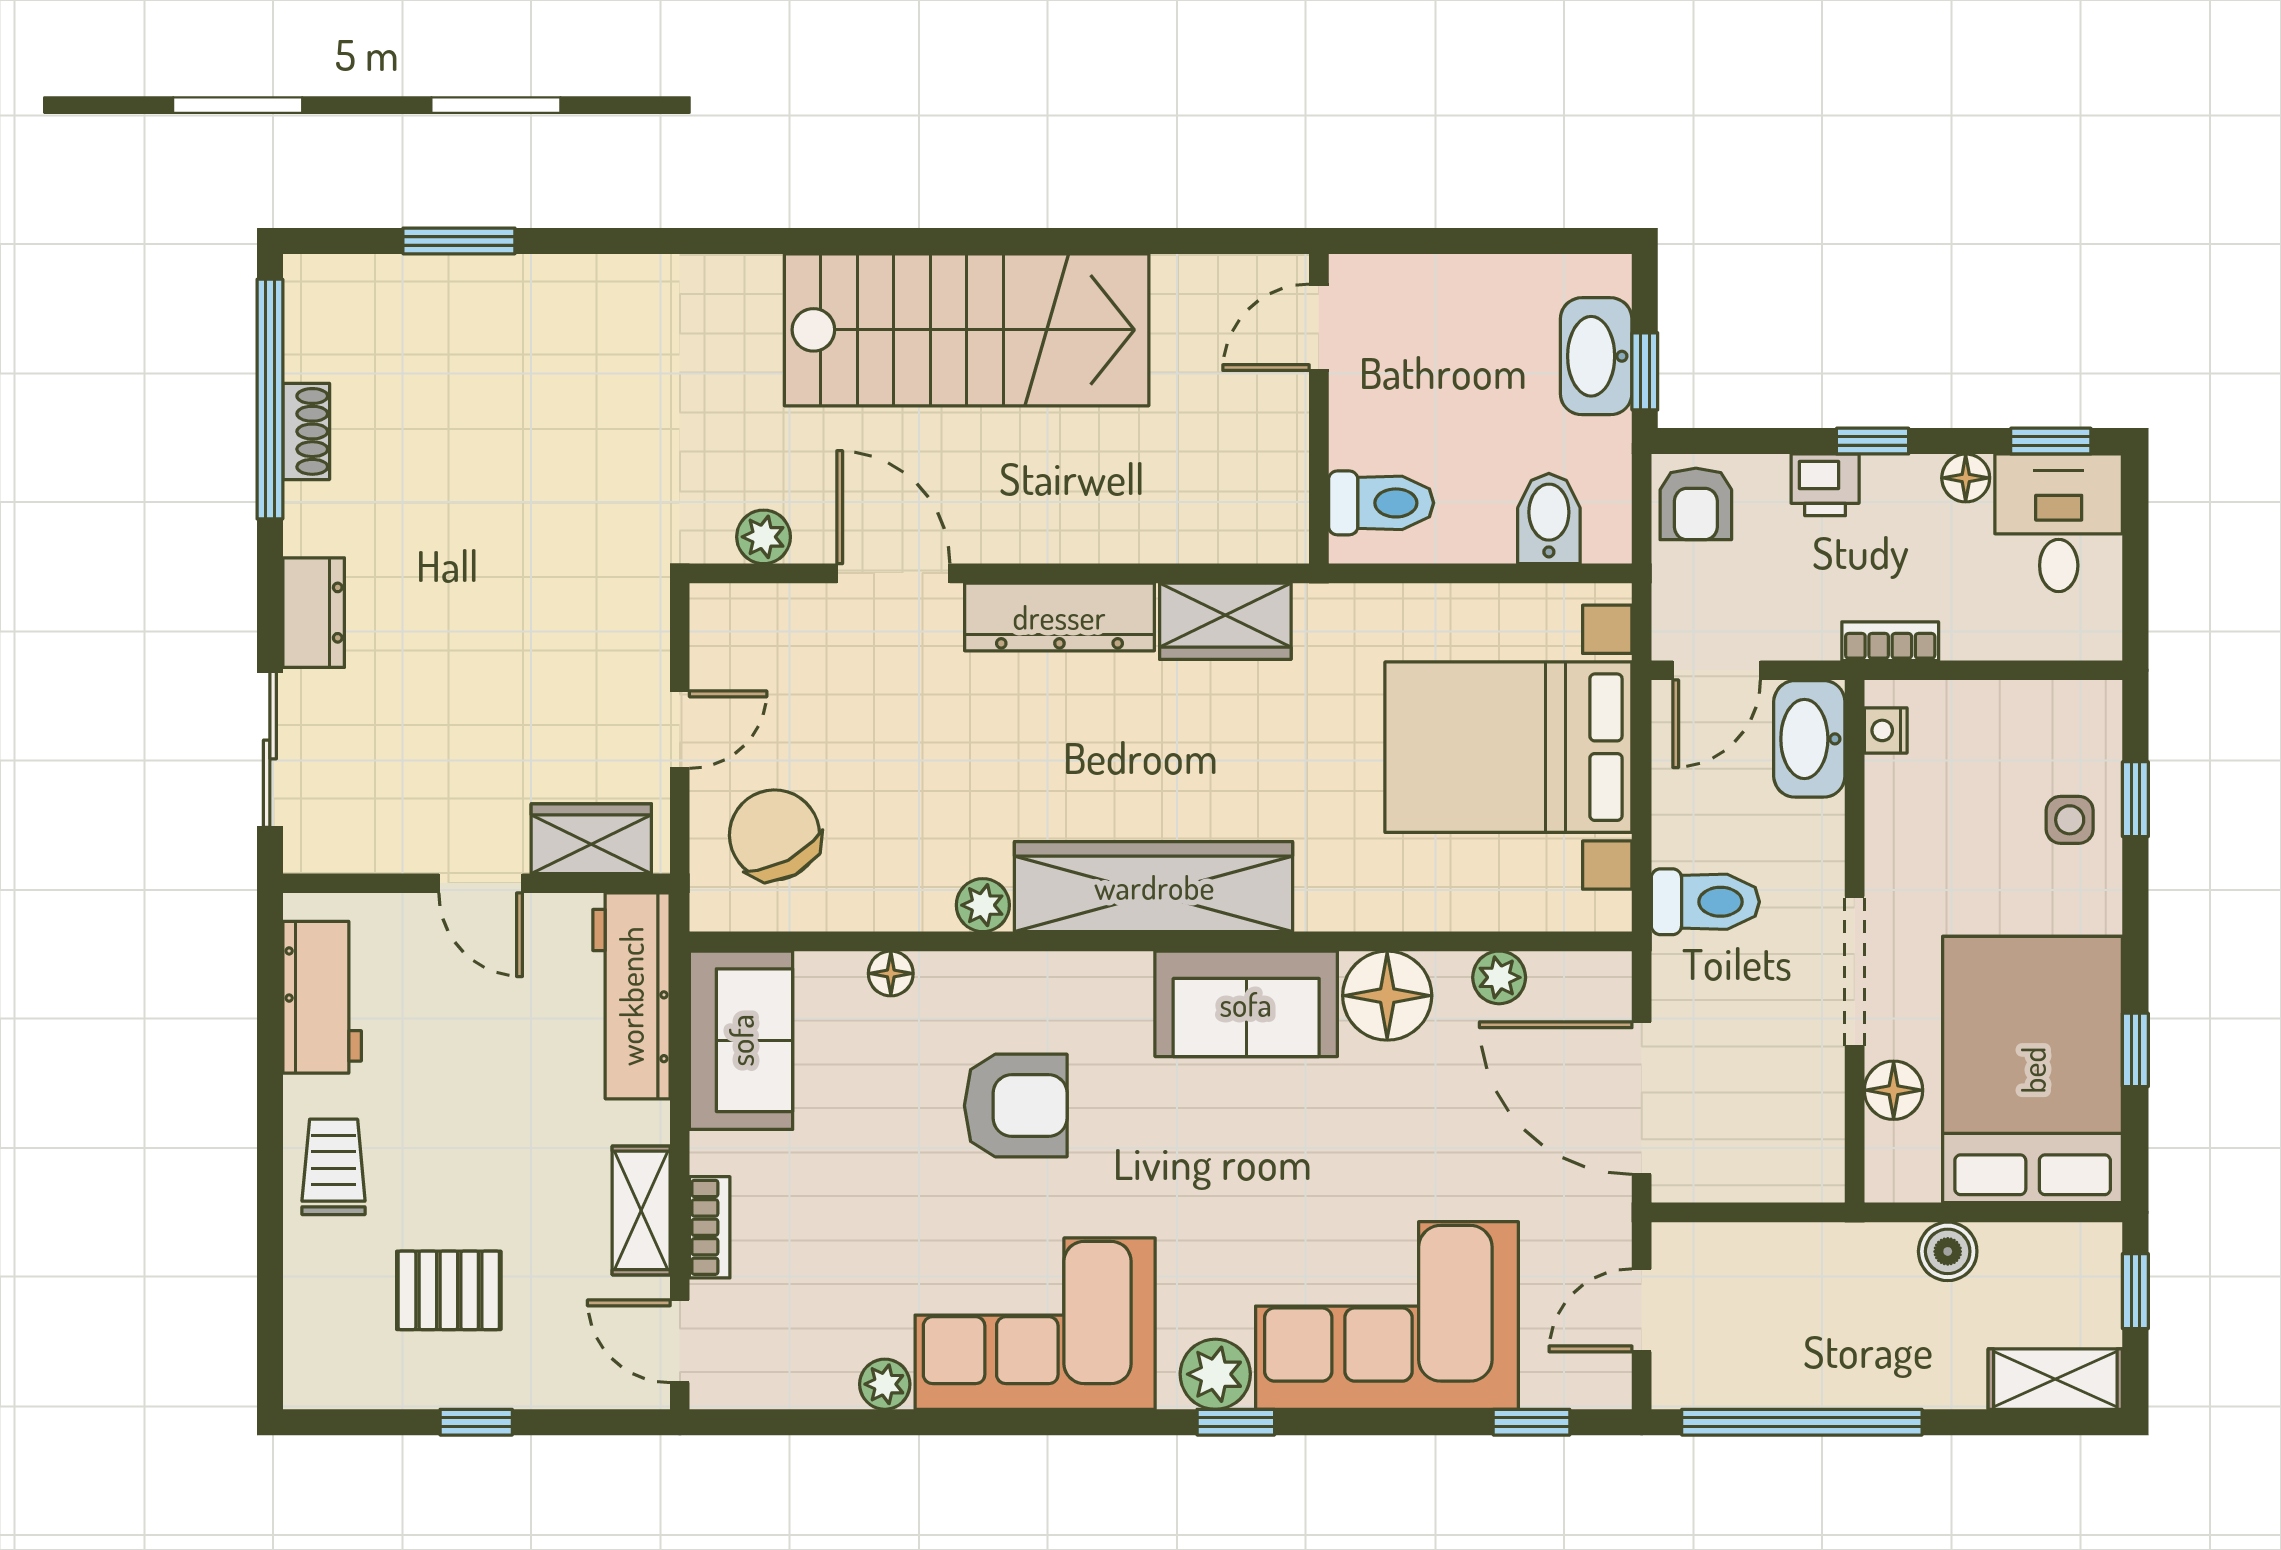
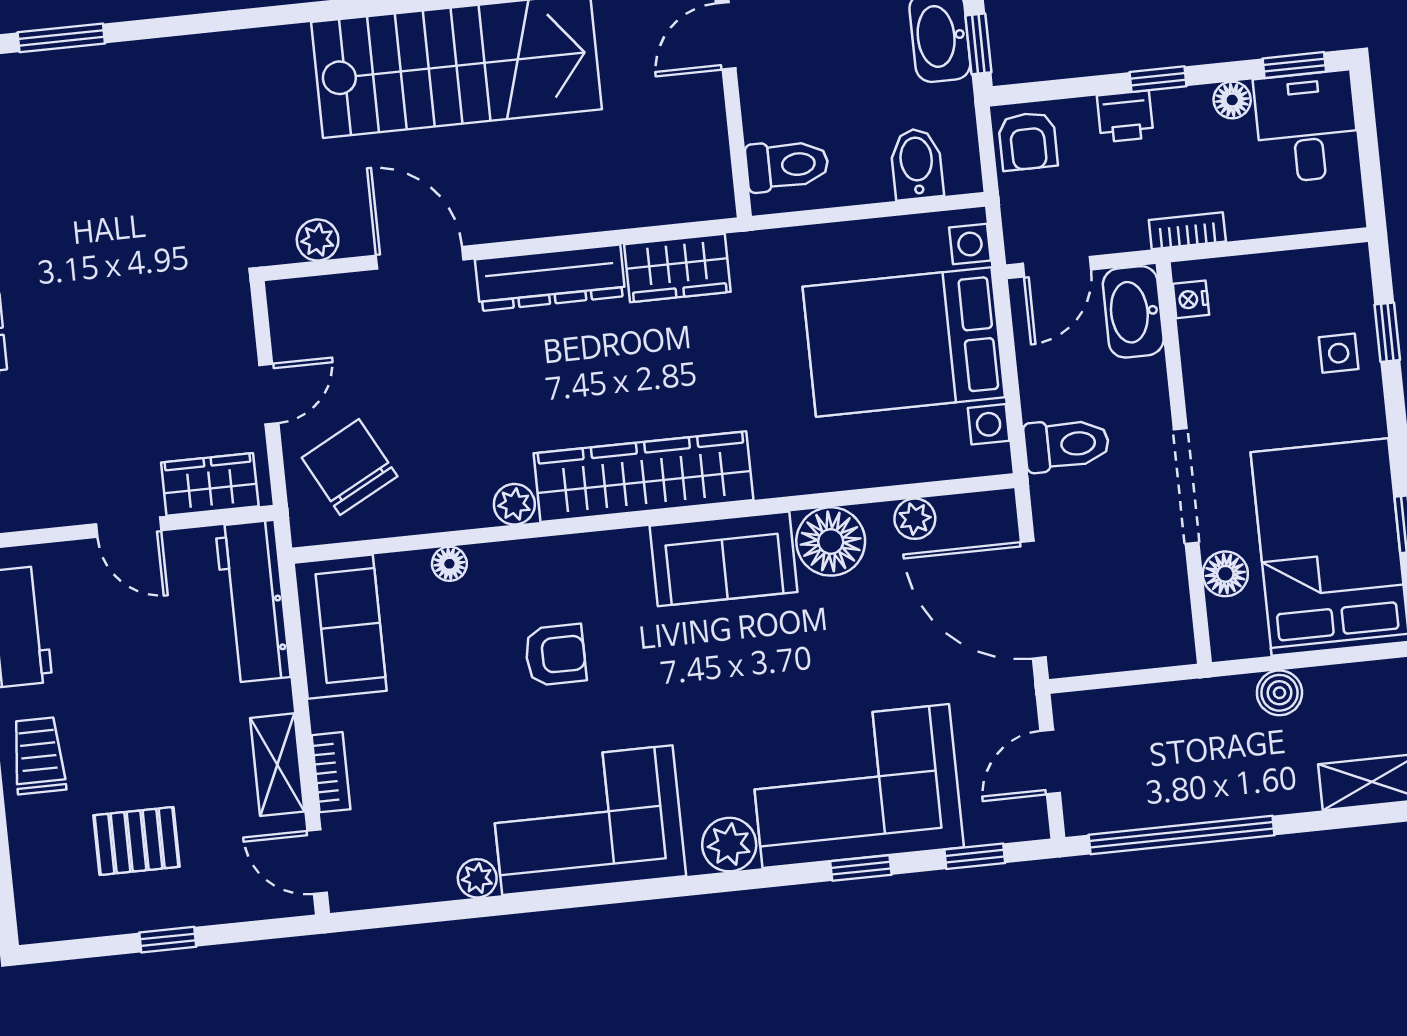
armchair: (1016, 1106) -> (555, 655), width x0.72, depth x0.72
window: (1236, 1422) -> (861, 868), moved

